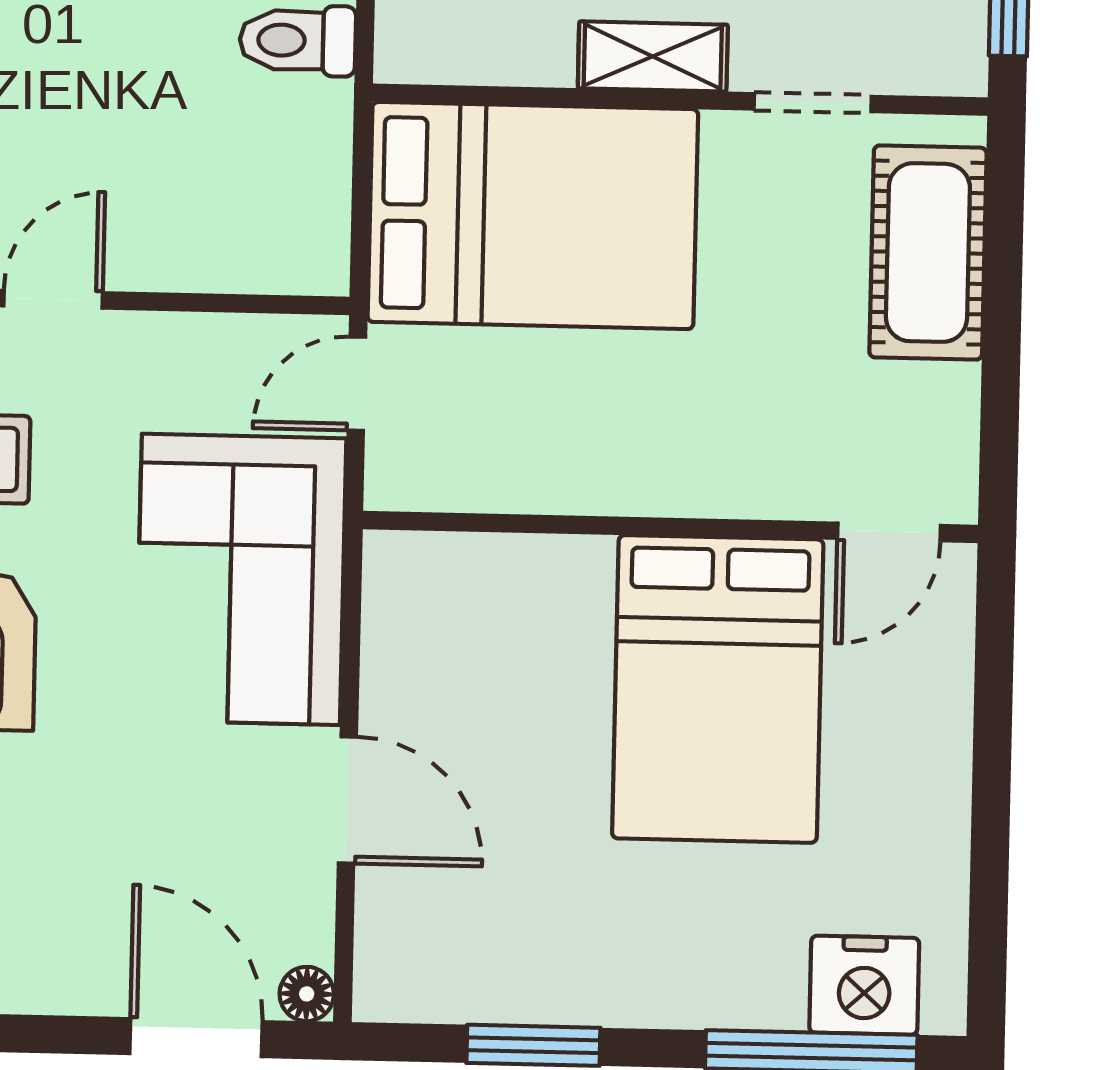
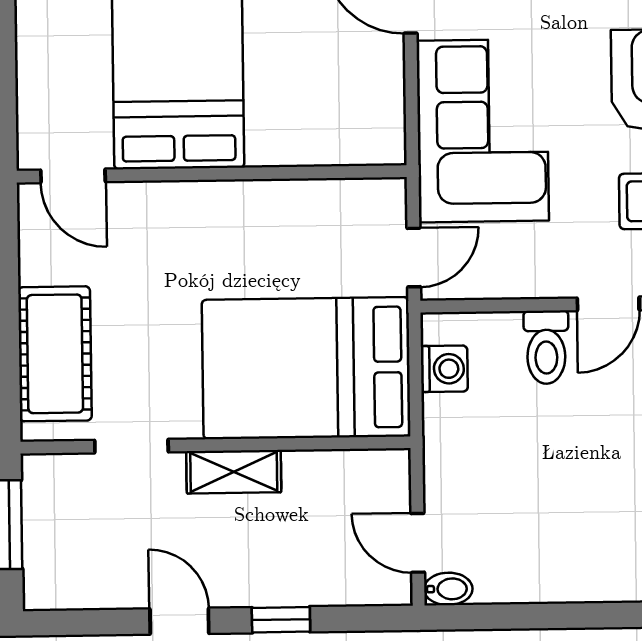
toilet: (298, 40) -> (546, 347), moved, turned 90
washing machine: (315, 206) -> (444, 369), added
door: (889, 532) -> (73, 176), swing flipped

